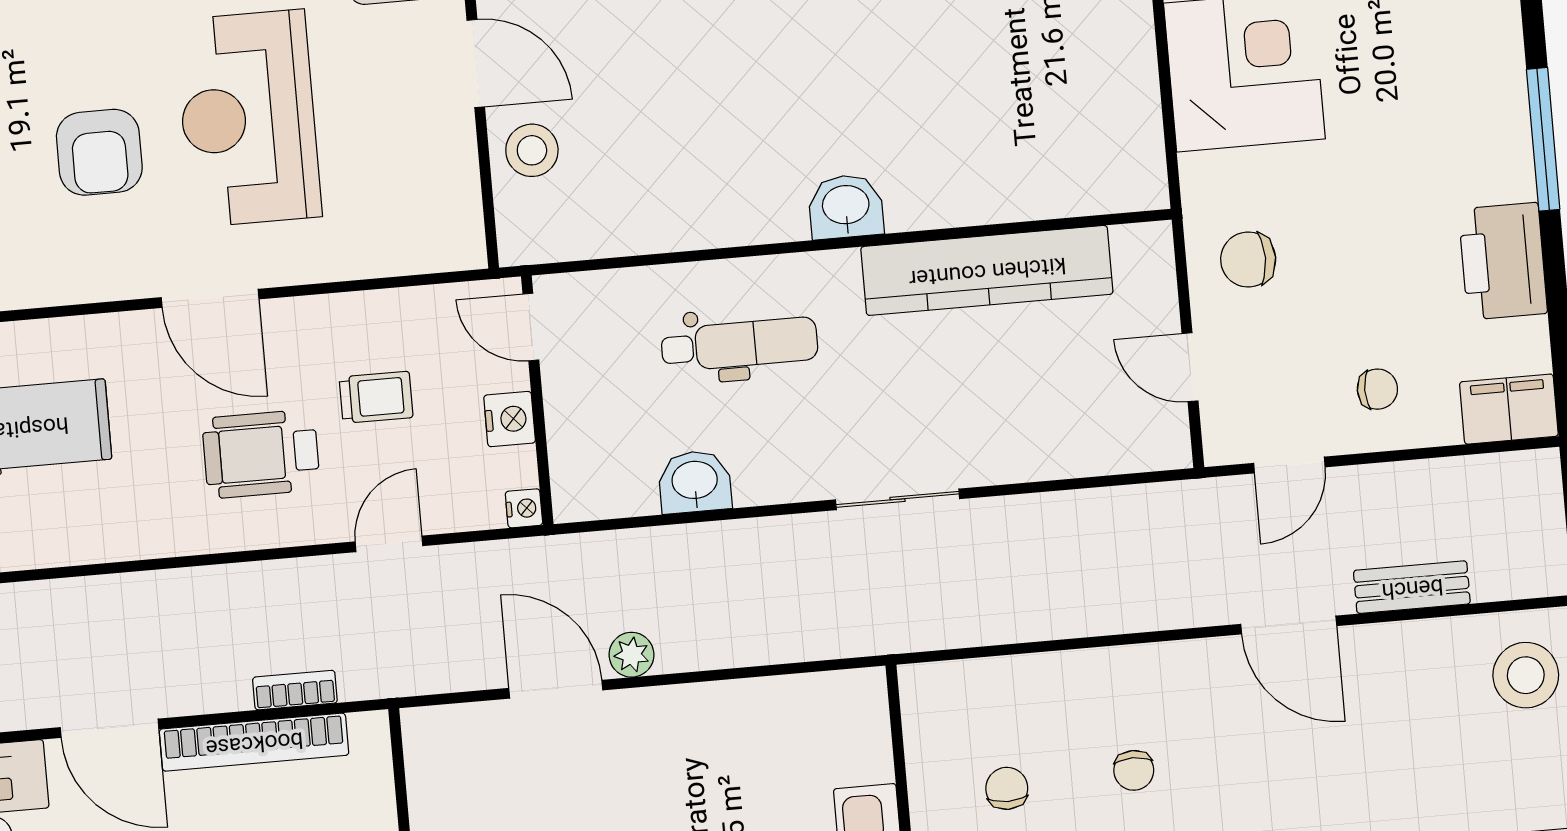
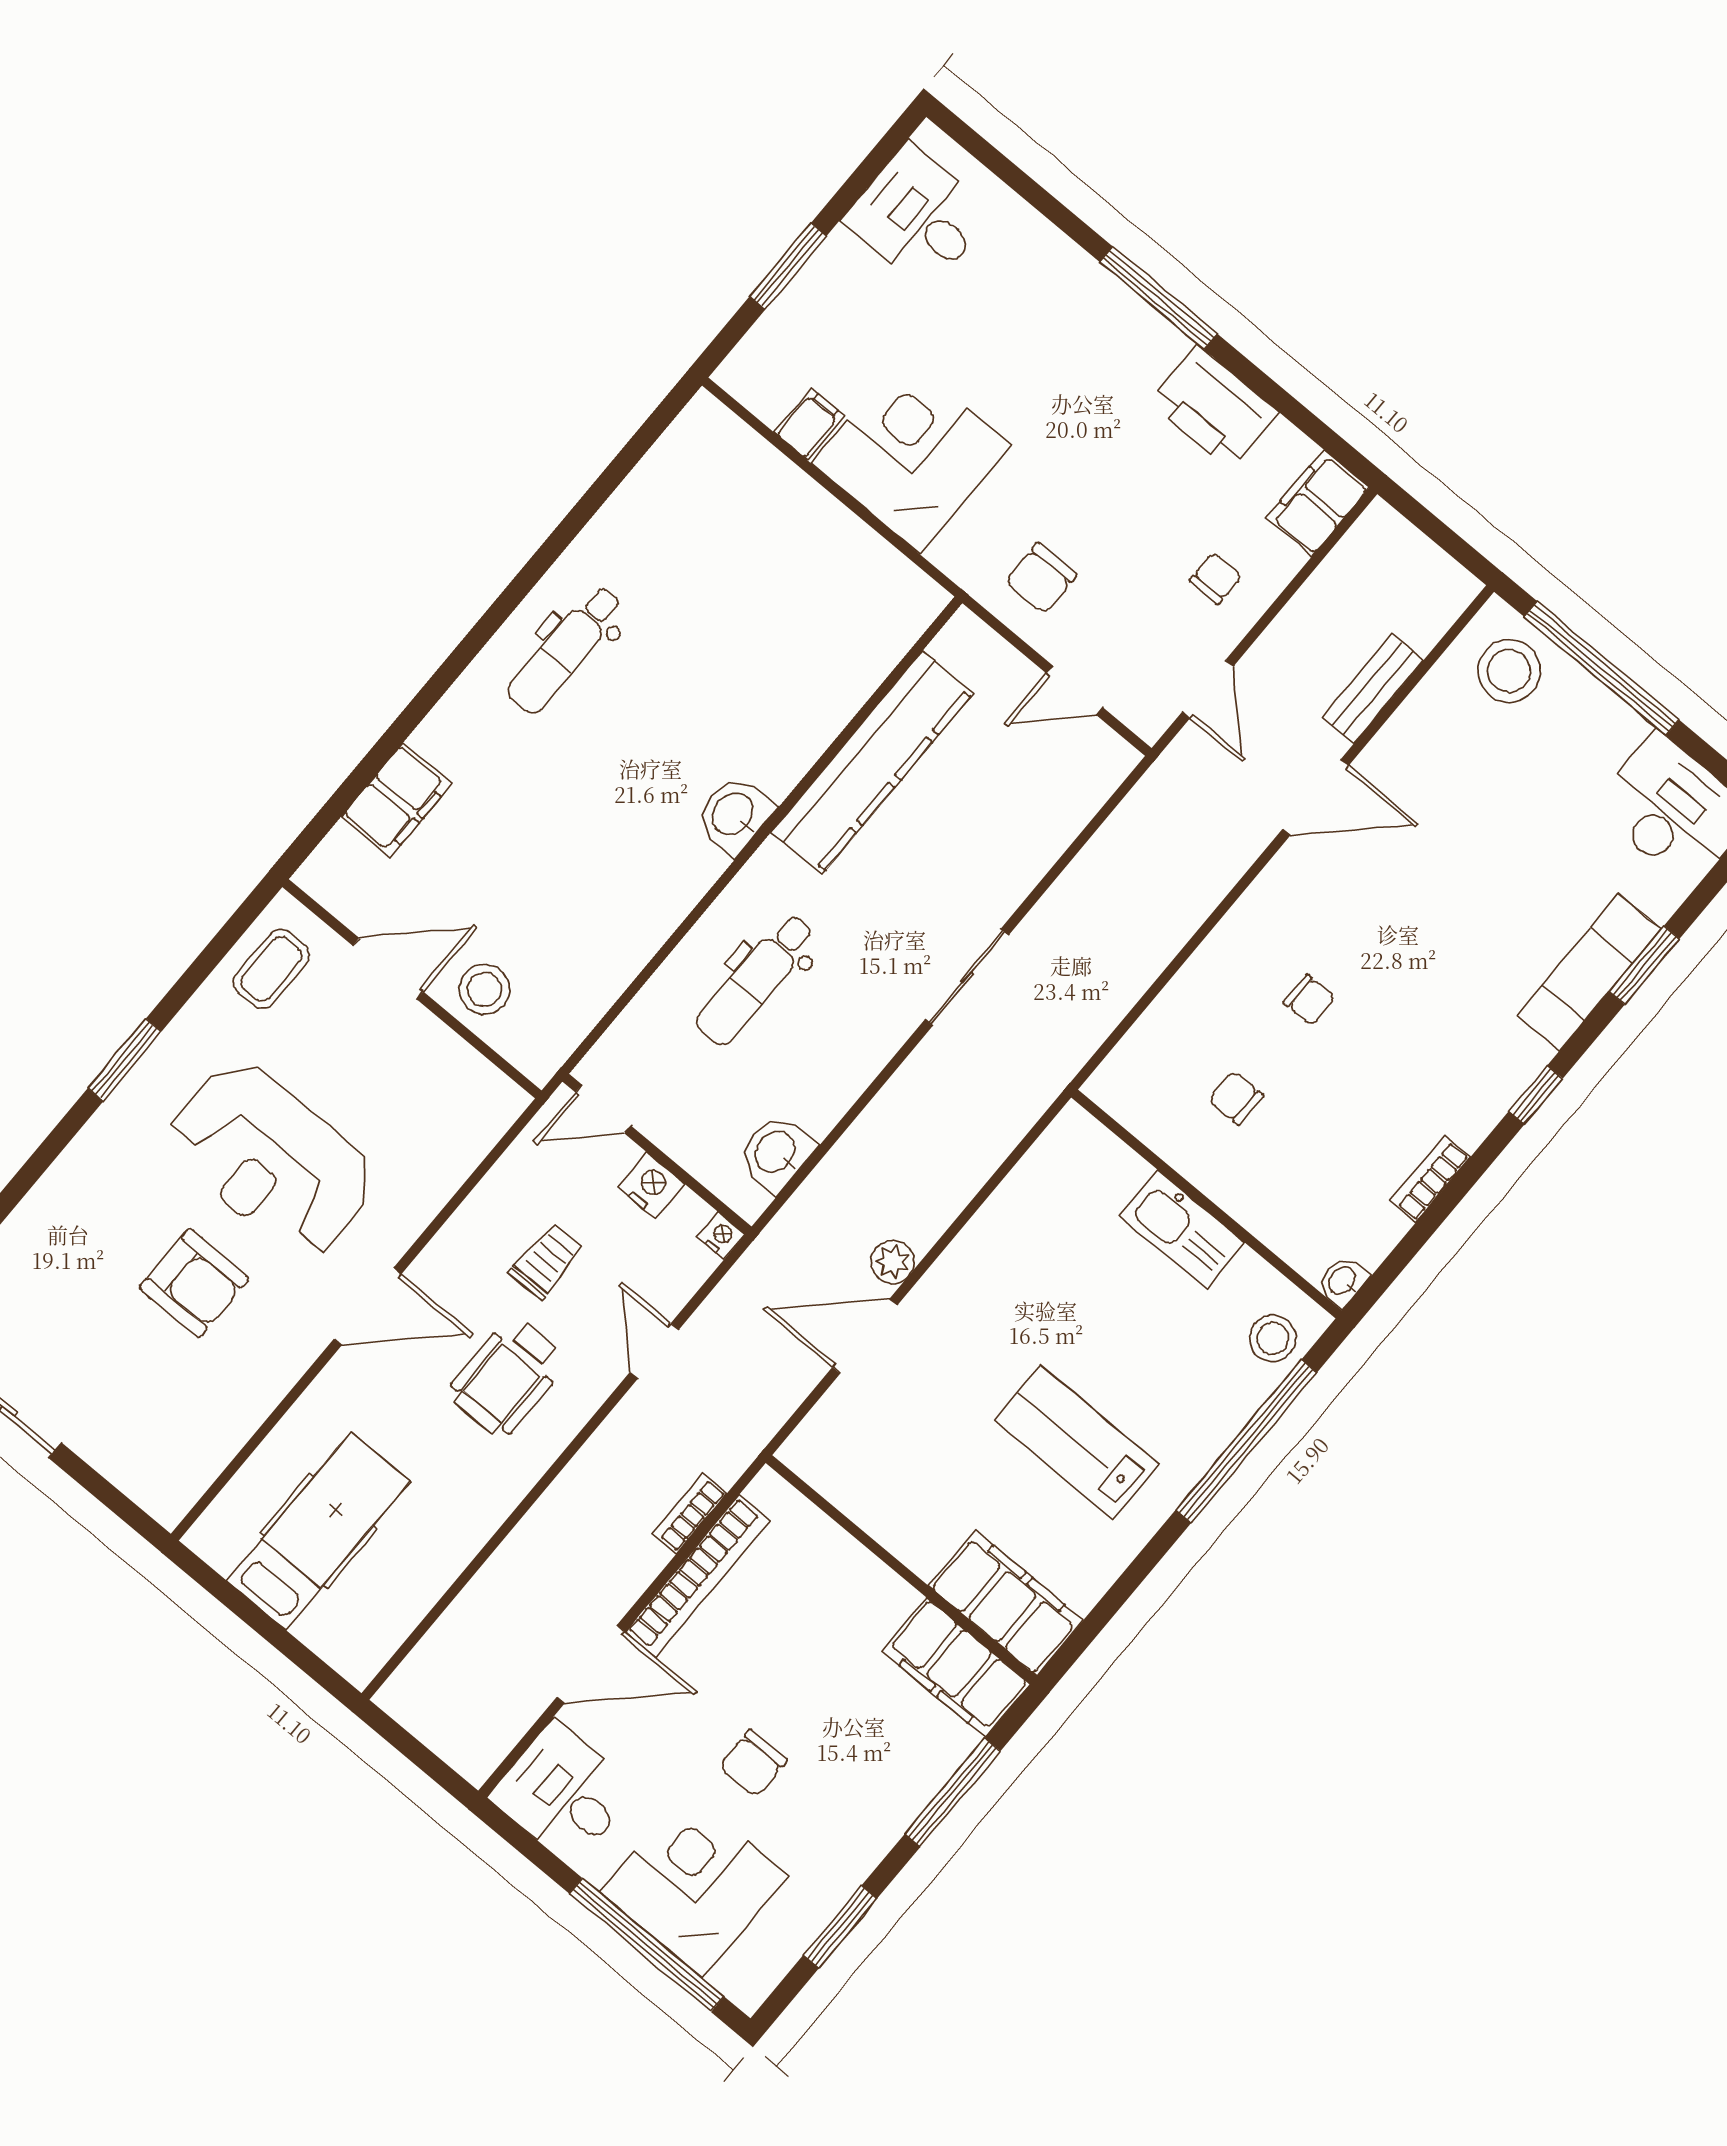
dental chair: (739, 344) -> (755, 980), turned 180
washbasin: (695, 482) -> (776, 1153), moved

